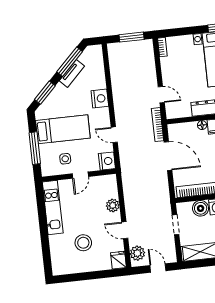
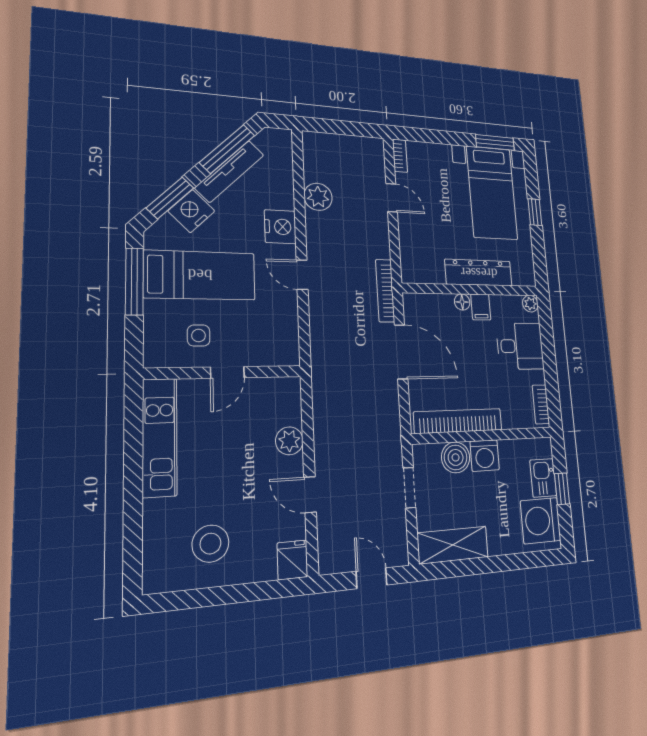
window: (132, 37) -> (347, 128), removed
tv unit: (72, 73) -> (230, 171), width x1.41
door: (161, 95) -> (392, 198), moved
door: (114, 135) -> (302, 275), moved
window: (35, 148) -> (134, 281), moved
nightstand: (107, 161) -> (191, 211), moved, turned -135
stool: (83, 243) -> (210, 544), moved
plant: (137, 253) -> (318, 197), moved

